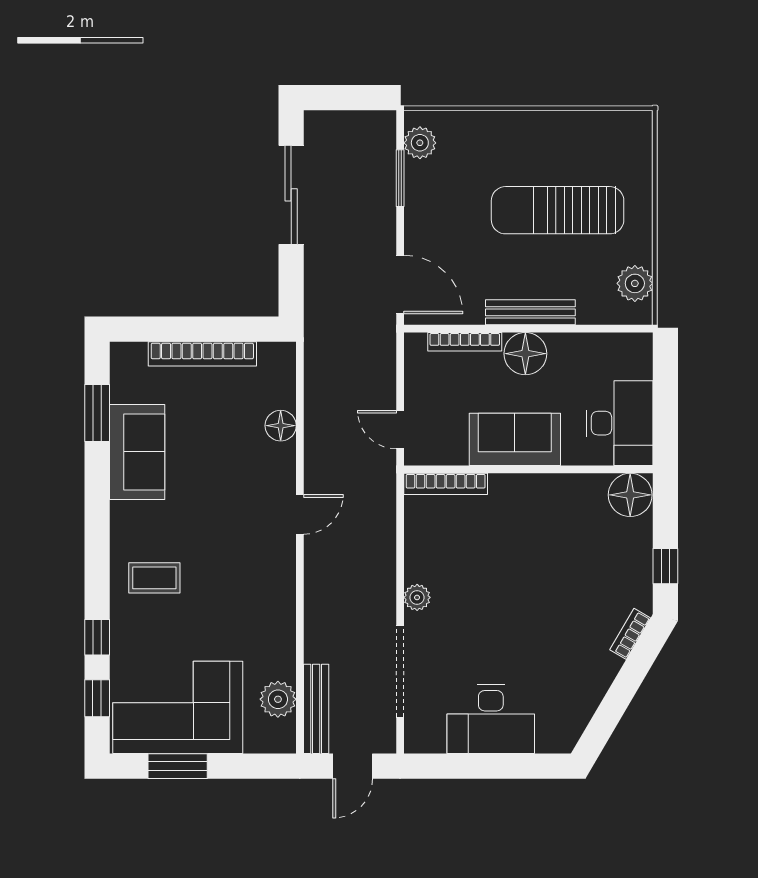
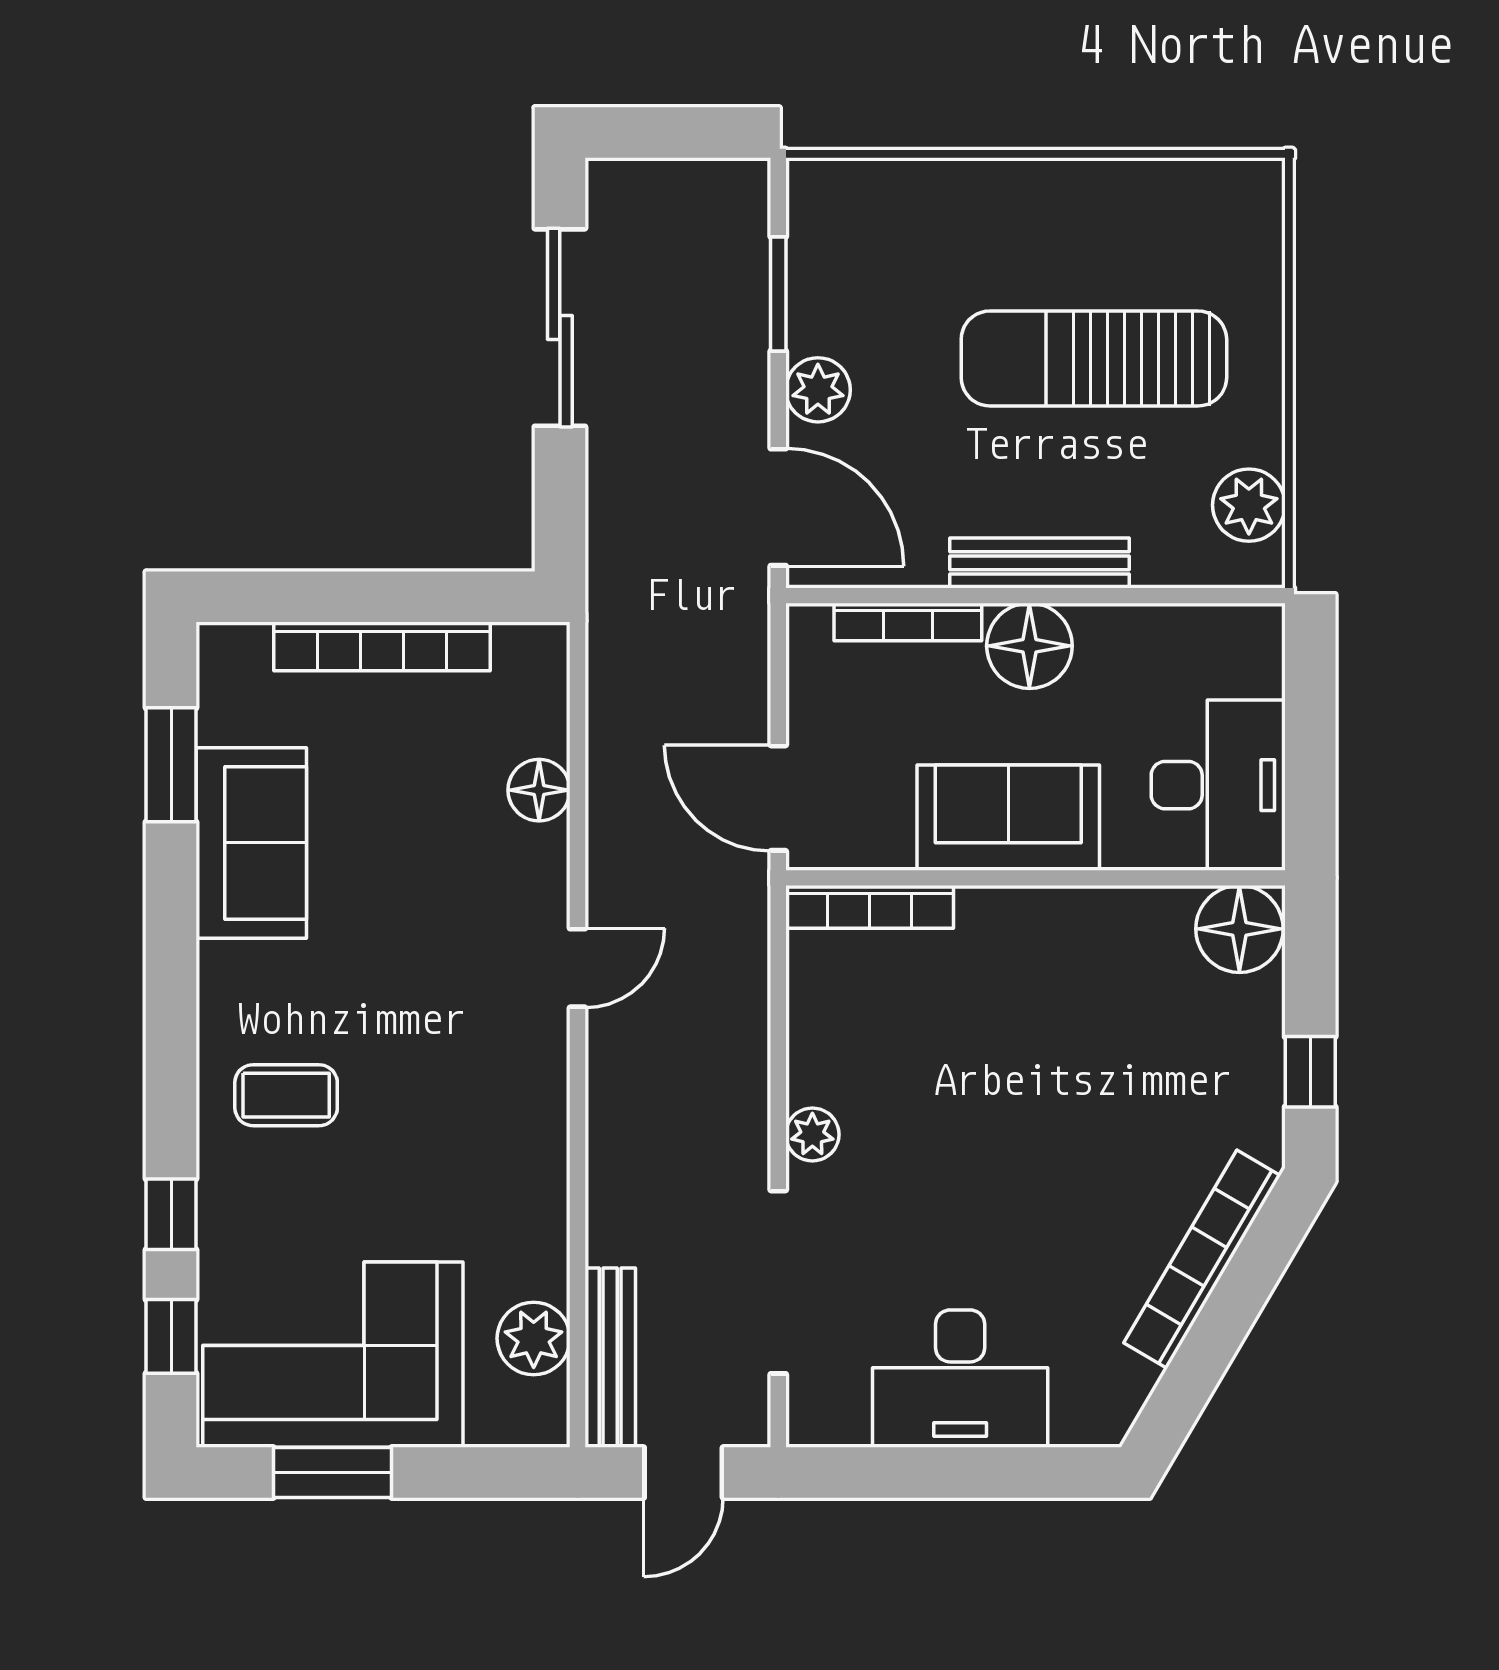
plant: (420, 143) -> (818, 390), moved
door: (400, 430) -> (778, 798), width x1.38
bookcase: (630, 634) -> (1202, 1259), width x2.31, depth x1.31

